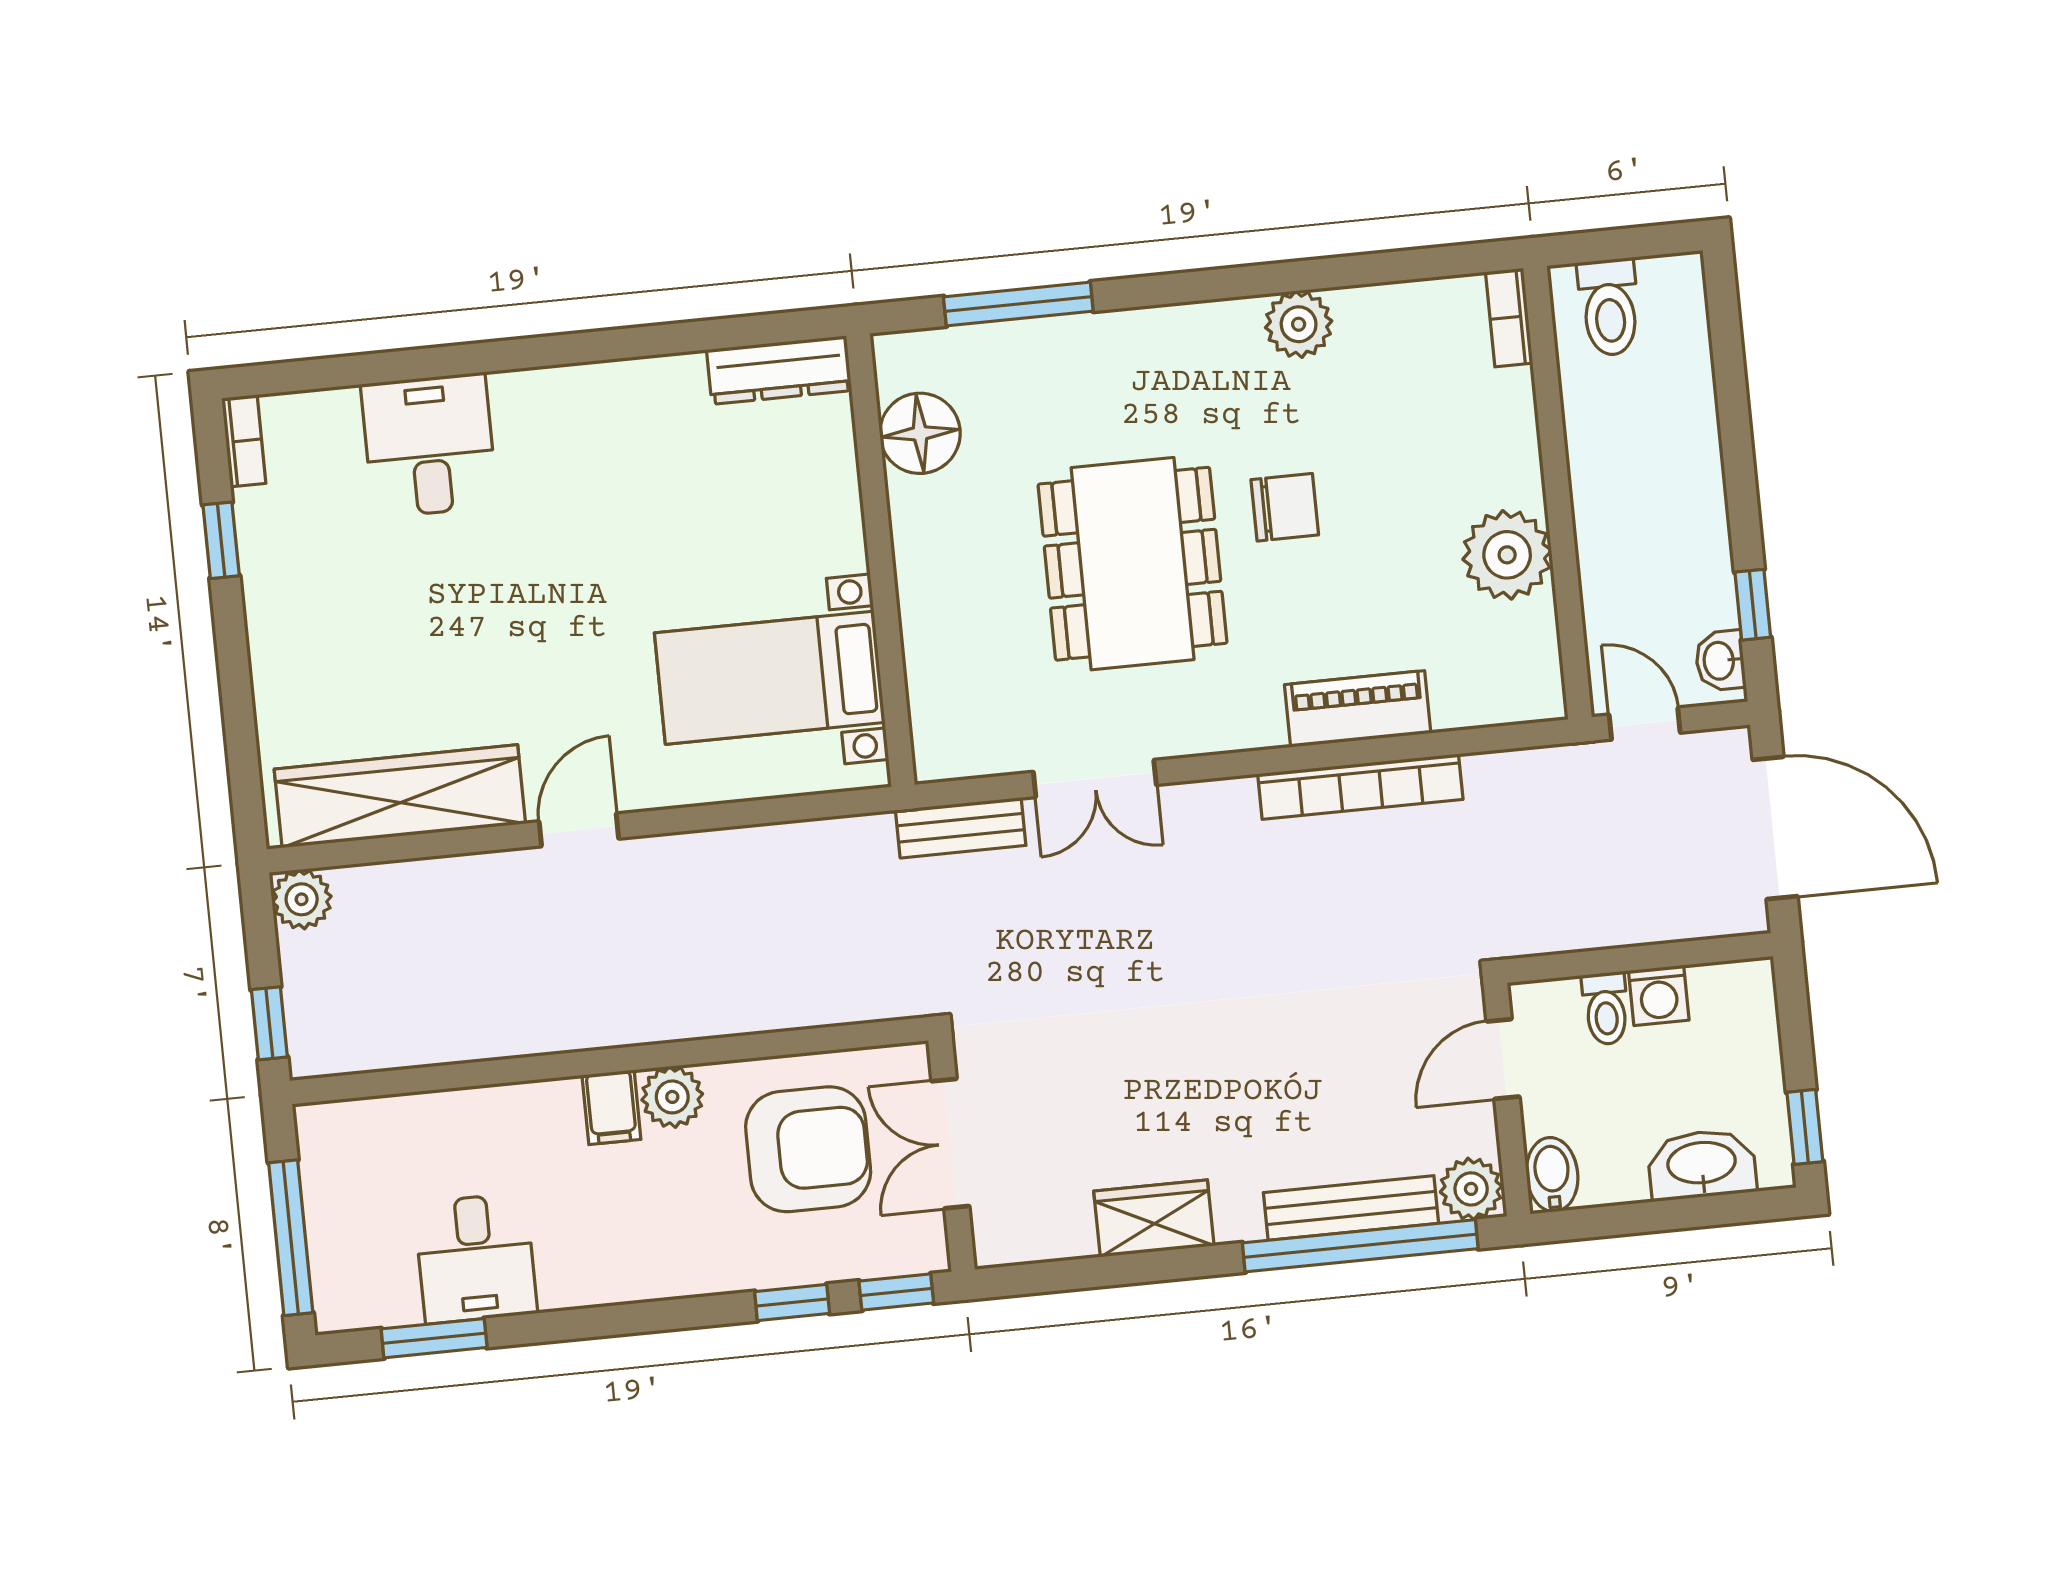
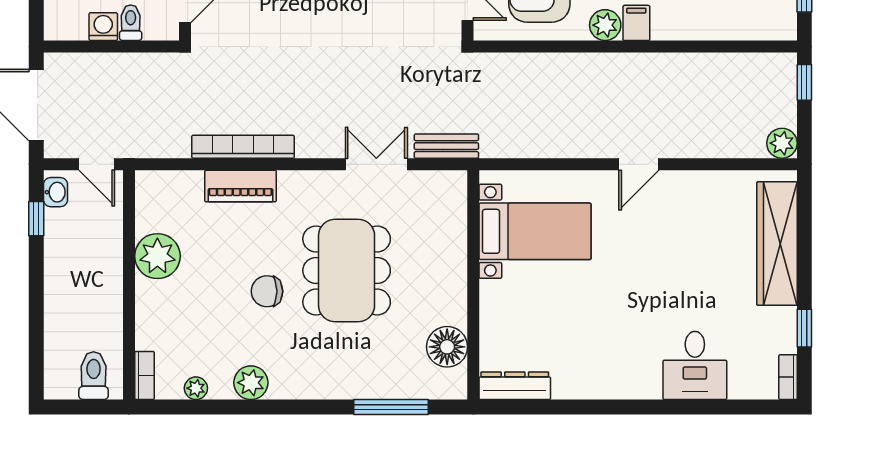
plant: (1406, 303) -> (196, 388), added
wardrobe: (400, 796) -> (777, 244), moved, turned 90

